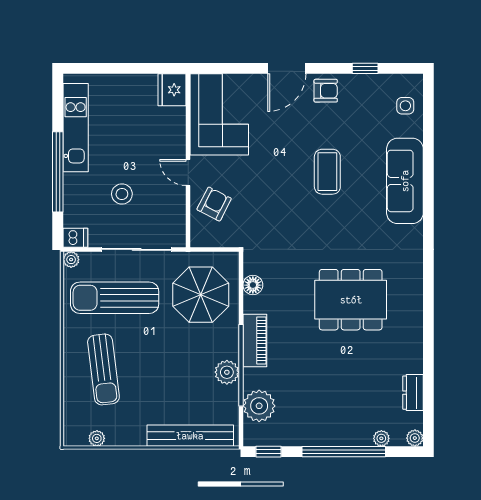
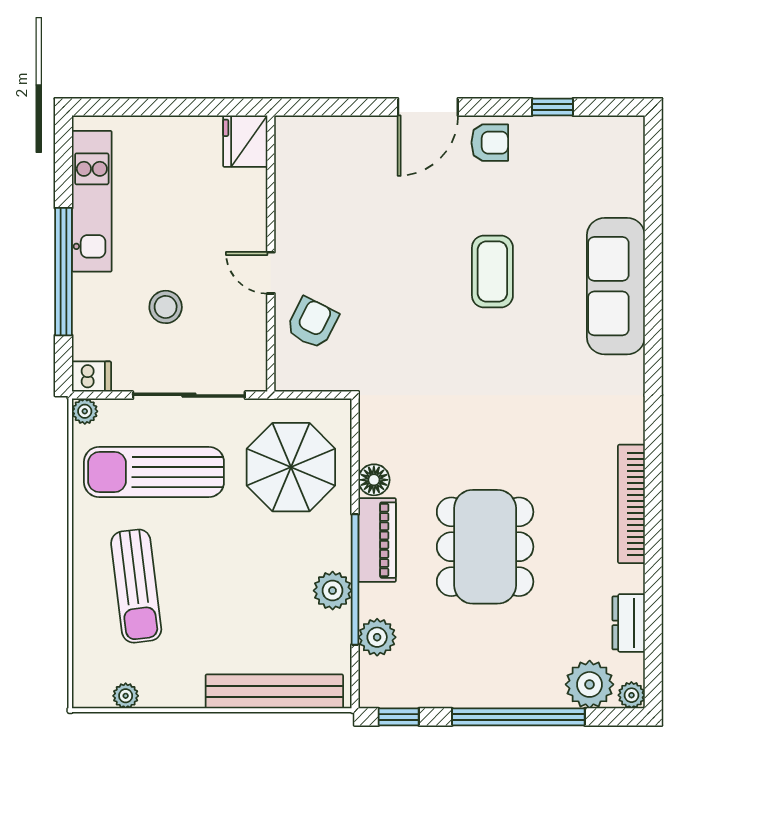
side table: (405, 106) -> (616, 167), removed
corner sofa: (219, 114) -> (320, 180), removed
floor lamp: (253, 285) -> (374, 480), moved
dining table: (351, 300) -> (485, 547), moved, turned 90
bookcase: (415, 318) -> (631, 504), added
plant: (259, 406) -> (377, 637), width x0.73, depth x0.73
plant: (381, 438) -> (590, 684), width x1.87, depth x1.87

